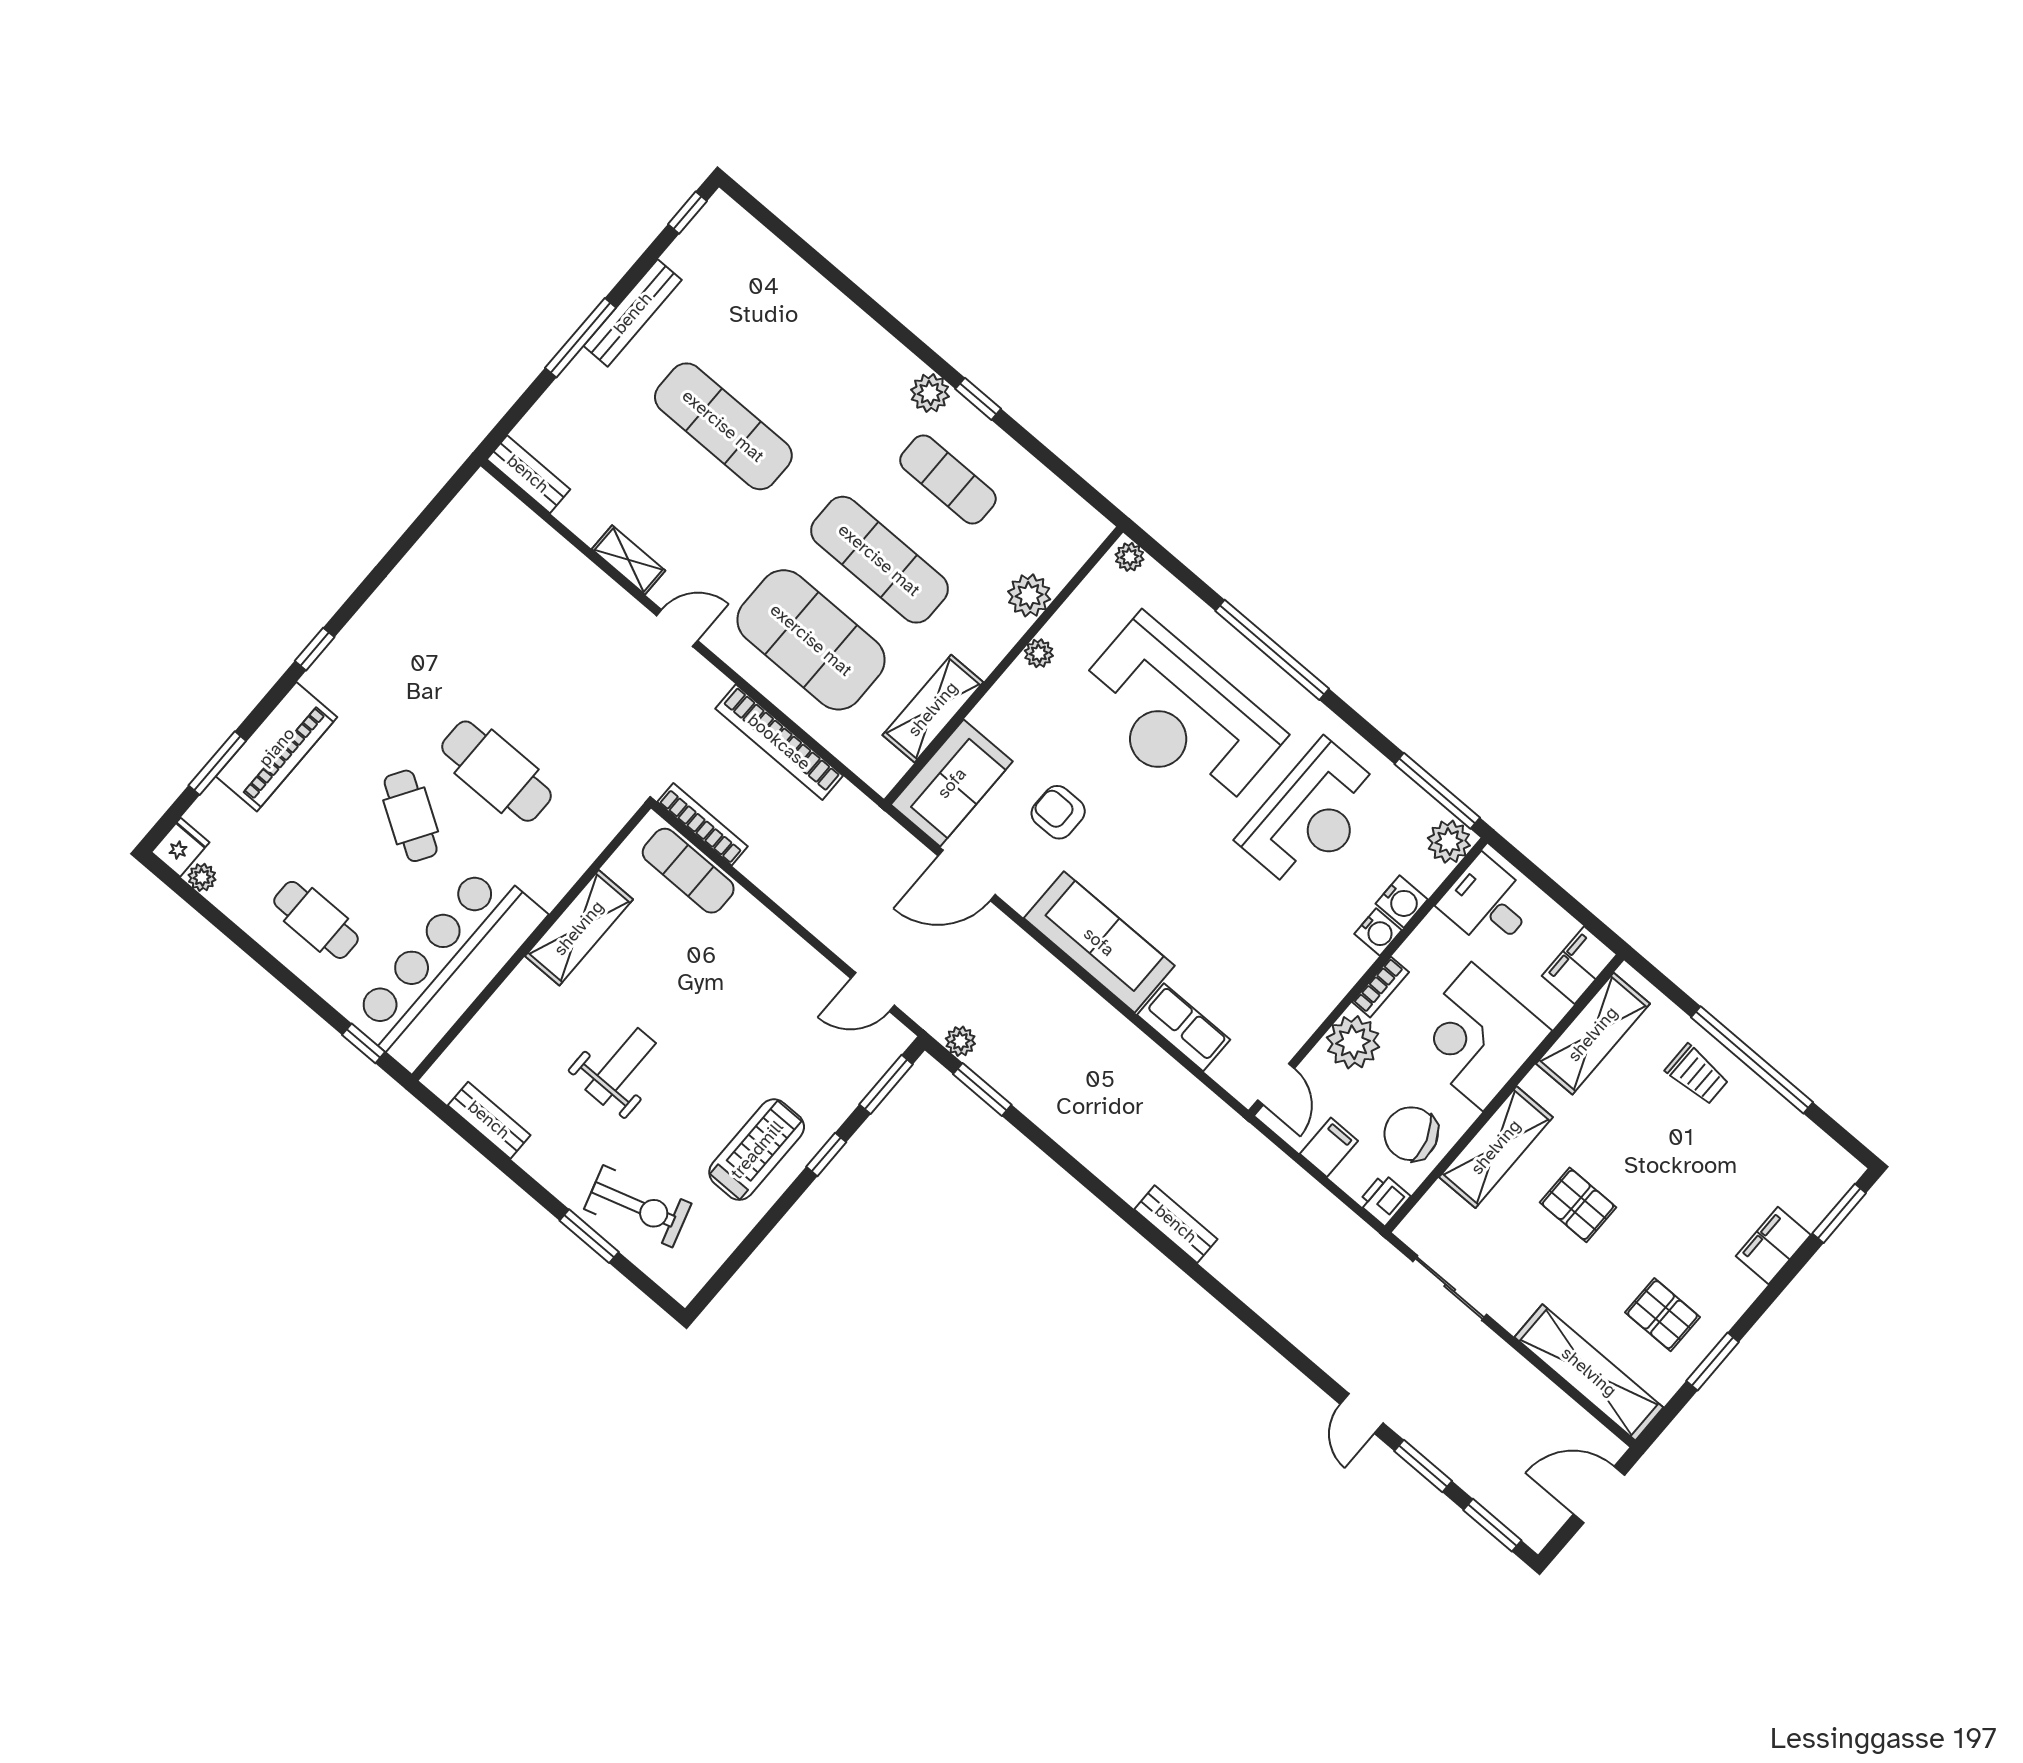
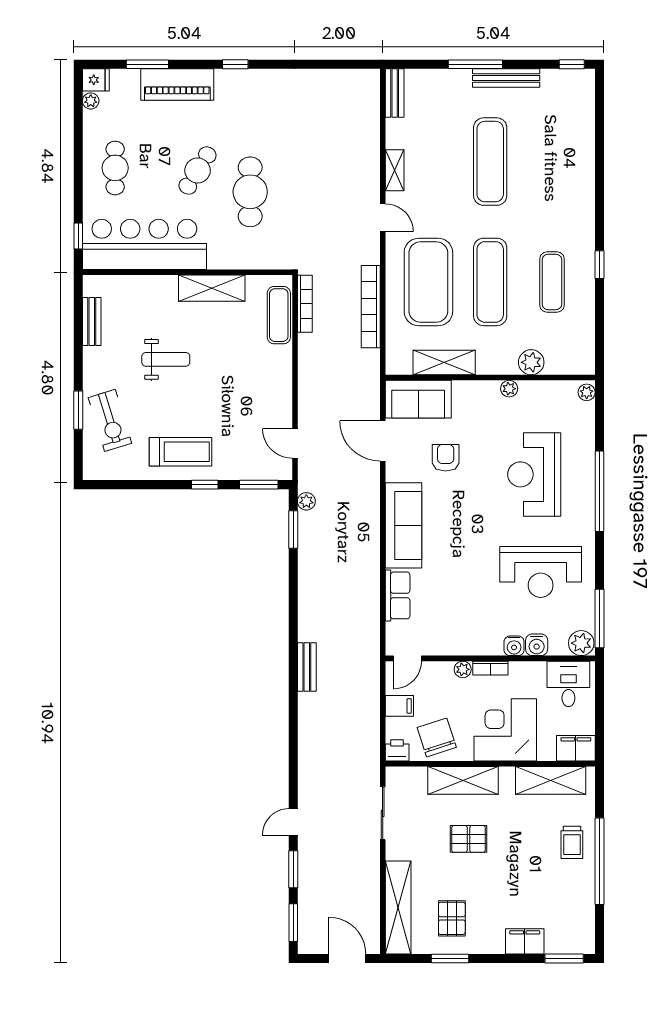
plant: (930, 393) -> (584, 241), removed
reception desk: (1178, 716) -> (534, 474), width x0.74, depth x0.77
plant: (1353, 1042) -> (463, 669), width x0.53, depth x0.53
pallet: (1578, 1205) -> (469, 839), turned 90

